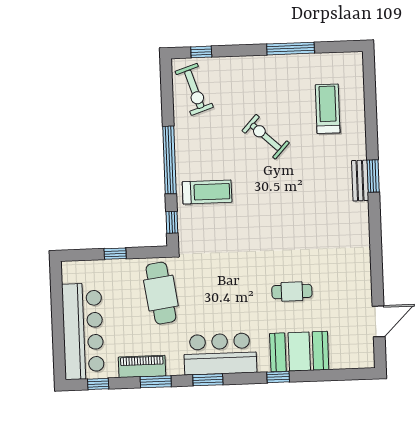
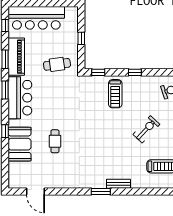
window: (169, 160) -> (135, 72), width x0.32
window: (373, 176) -> (101, 191), moved
cafe table: (161, 293) -> (57, 64), width x0.73, depth x0.74
piano: (142, 366) -> (16, 57), width x1.37, depth x1.33

